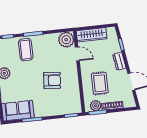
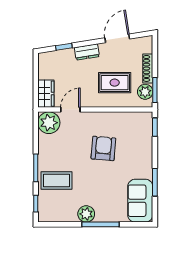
wardrobe: (92, 35) -> (46, 94), width x0.67

